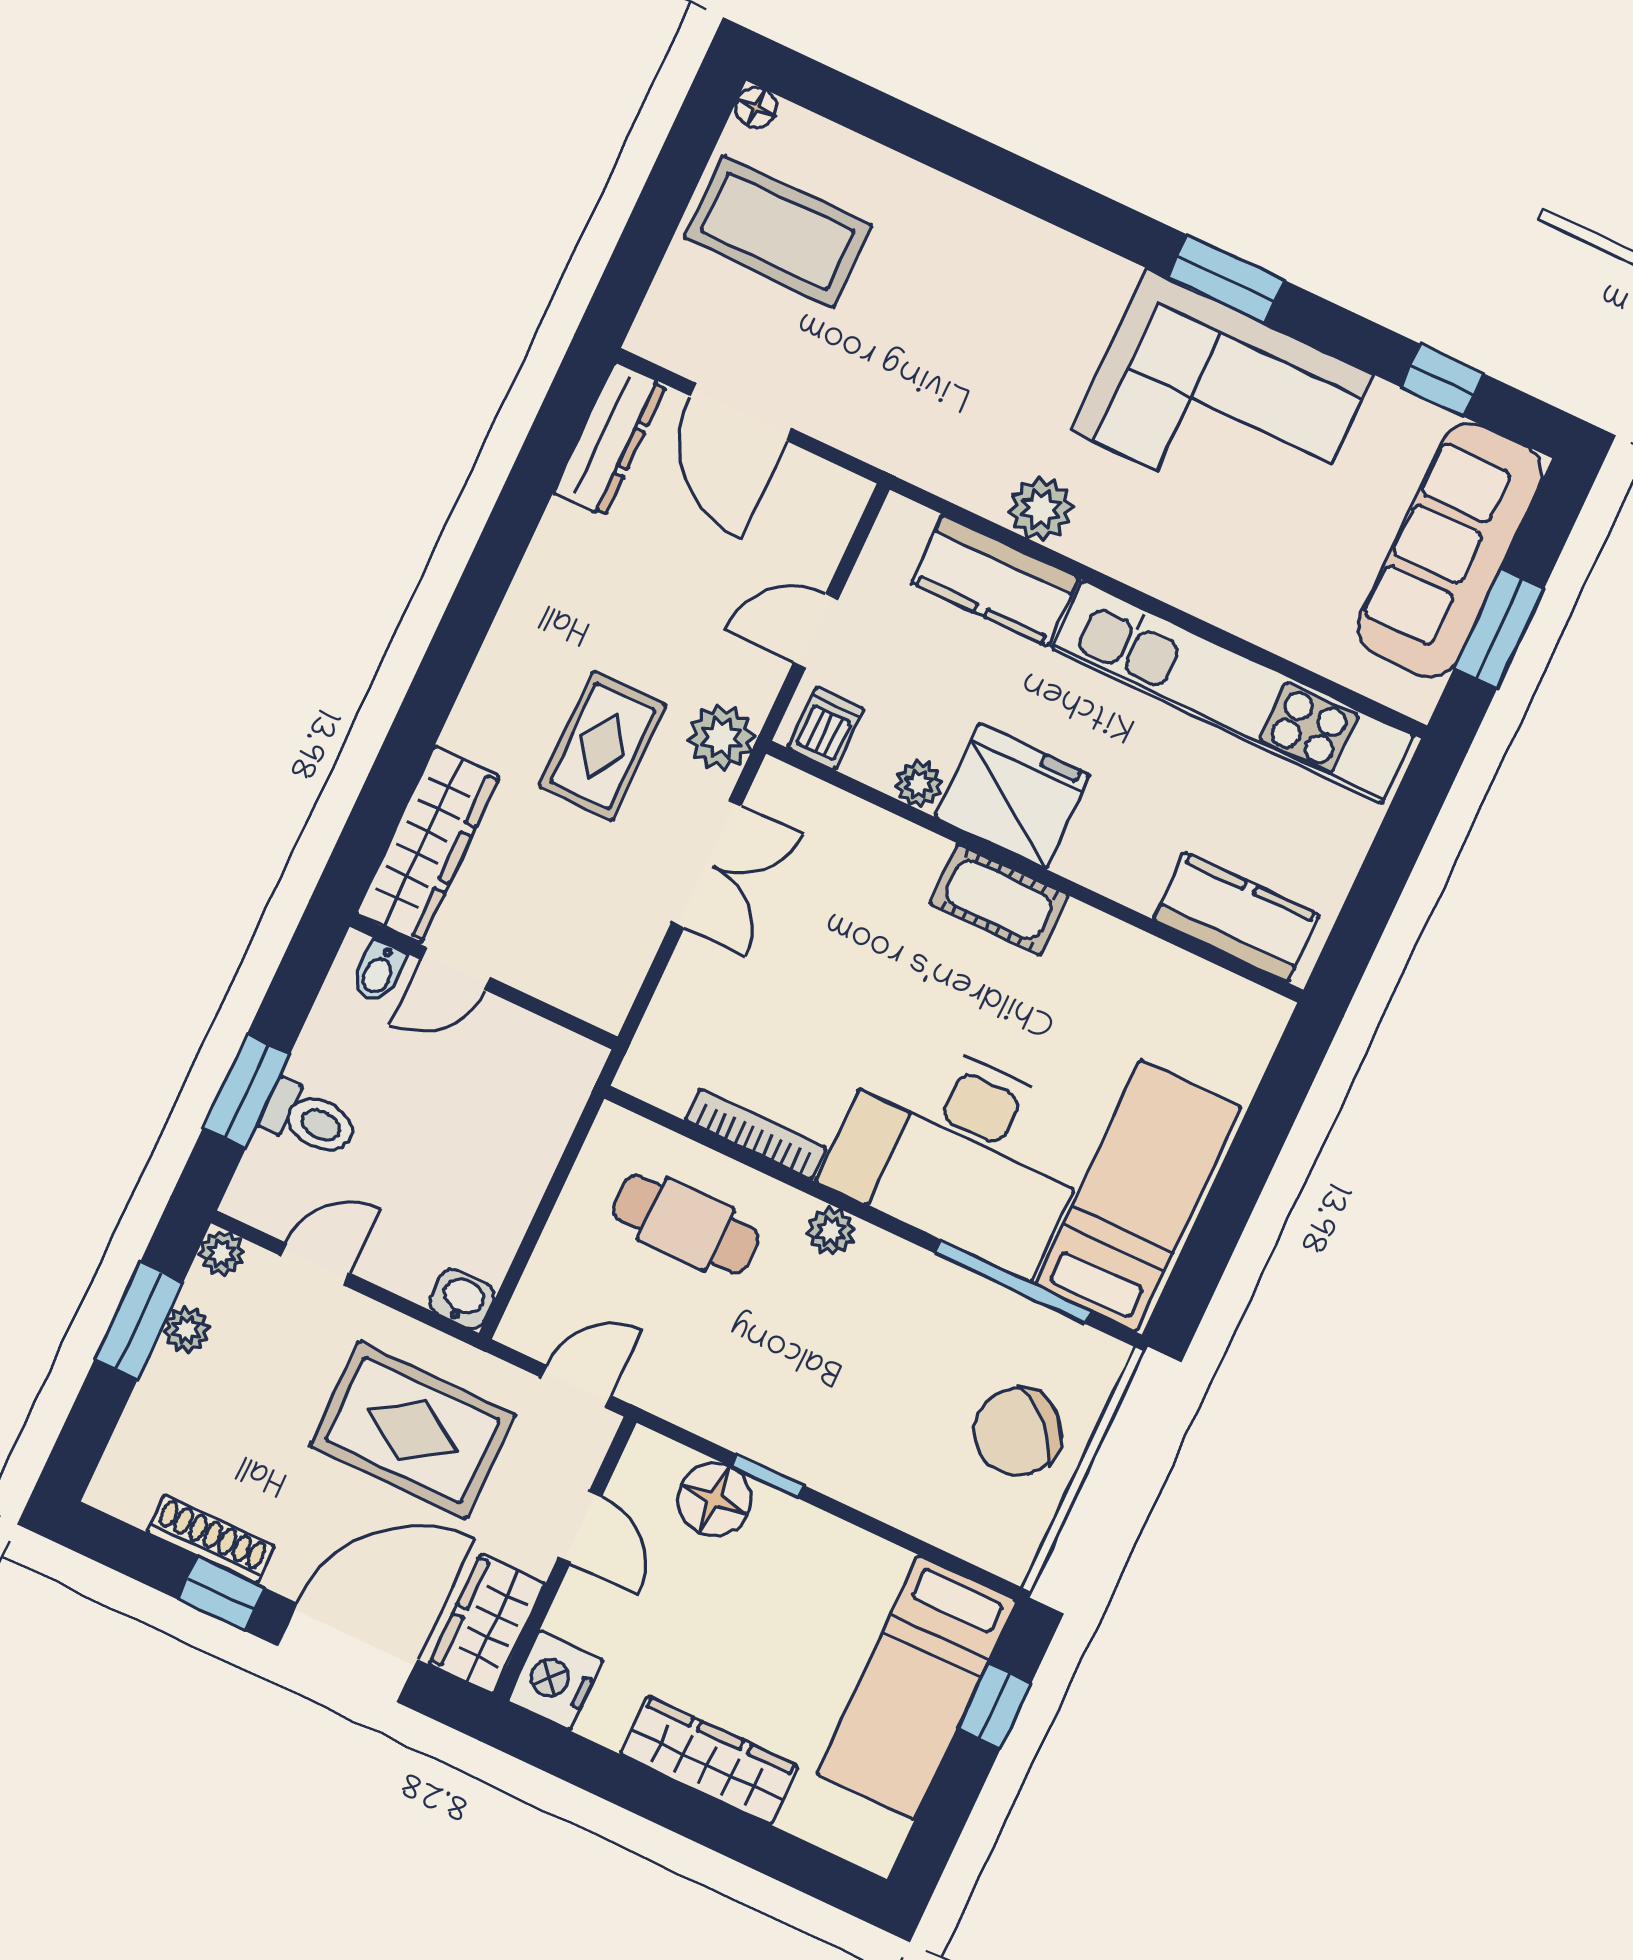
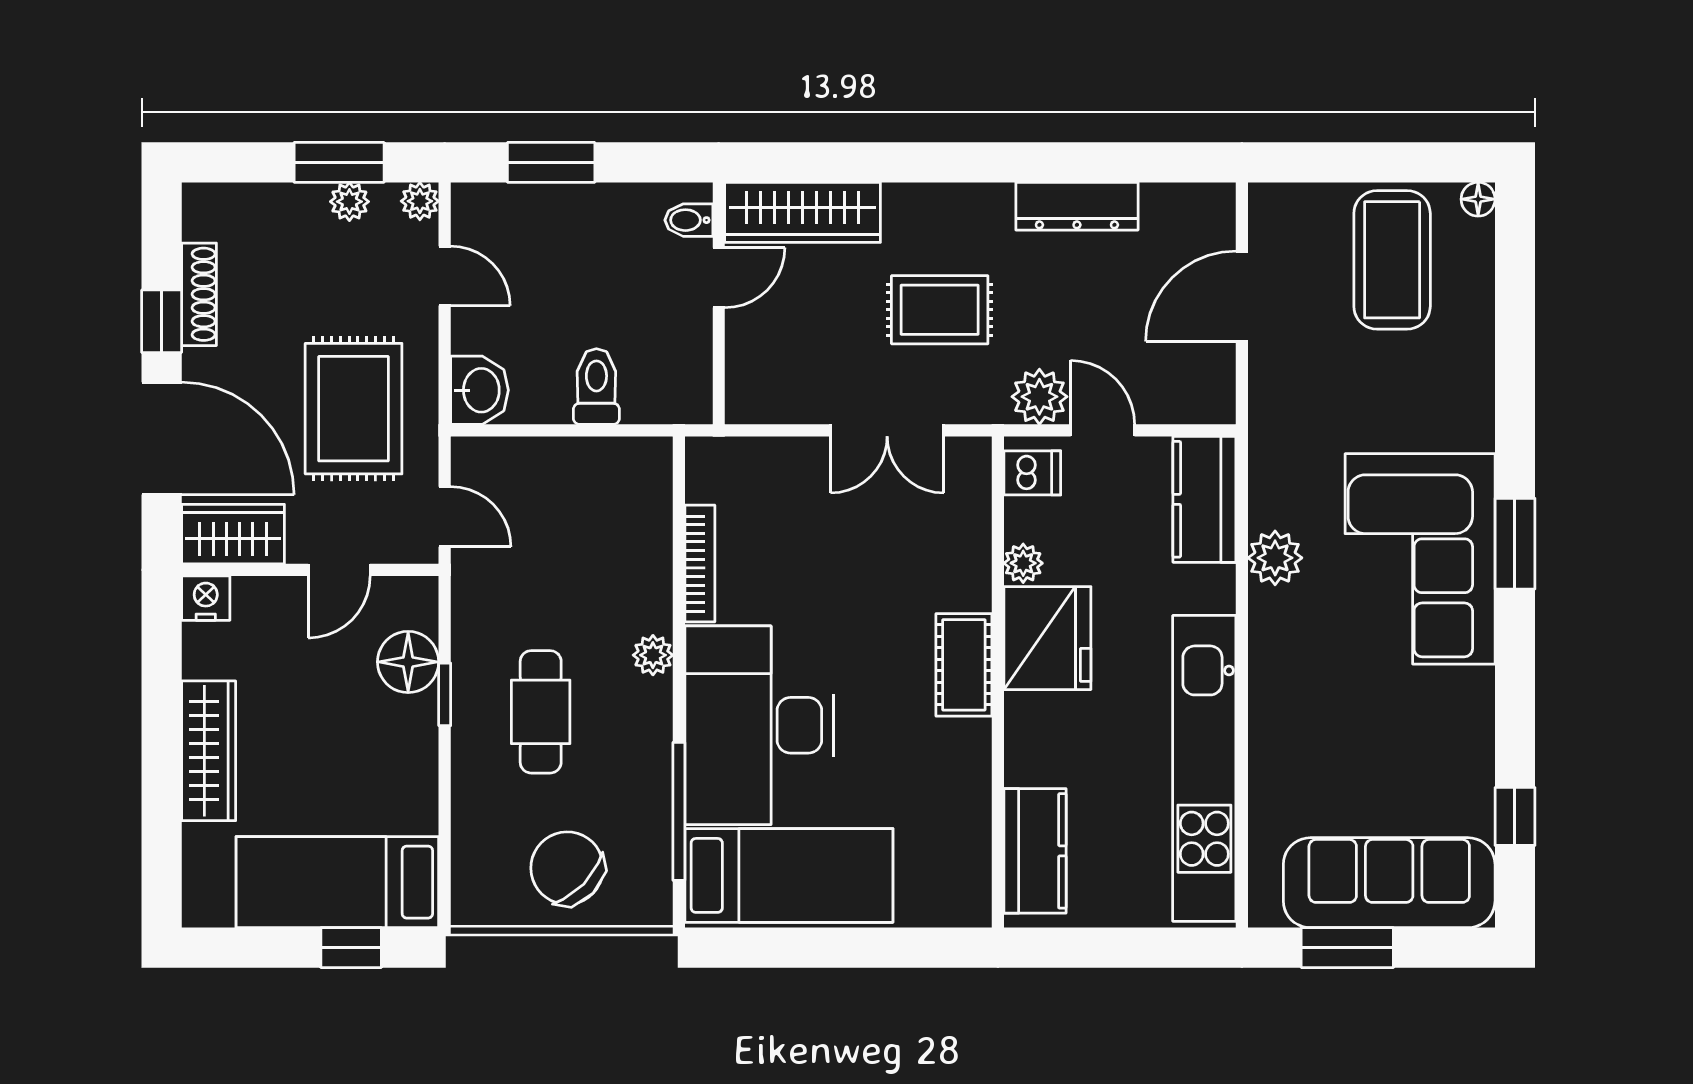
window: (1226, 279) -> (1515, 544), moved
corner sofa: (1222, 402) -> (1420, 559), moved
dresser: (610, 439) -> (1077, 206), moved
kitchen counter: (995, 580) -> (1204, 499), moved
plant: (721, 738) -> (1039, 397), moved
door: (456, 969) -> (719, 278), swing flipped
toilet: (309, 1119) -> (596, 387), moved, turned 180
cafe table: (686, 1224) -> (541, 712), moved
washbasin: (462, 1299) -> (480, 390), width x1.38, depth x1.45
nightstand: (555, 1680) -> (206, 598), width x0.74, depth x0.75

